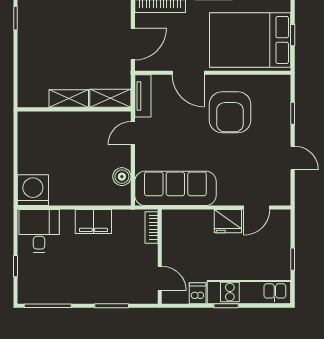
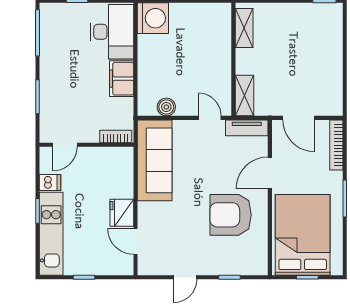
shelving: (69, 99) -> (244, 28), moved
desk: (39, 231) -> (112, 32), width x1.37

